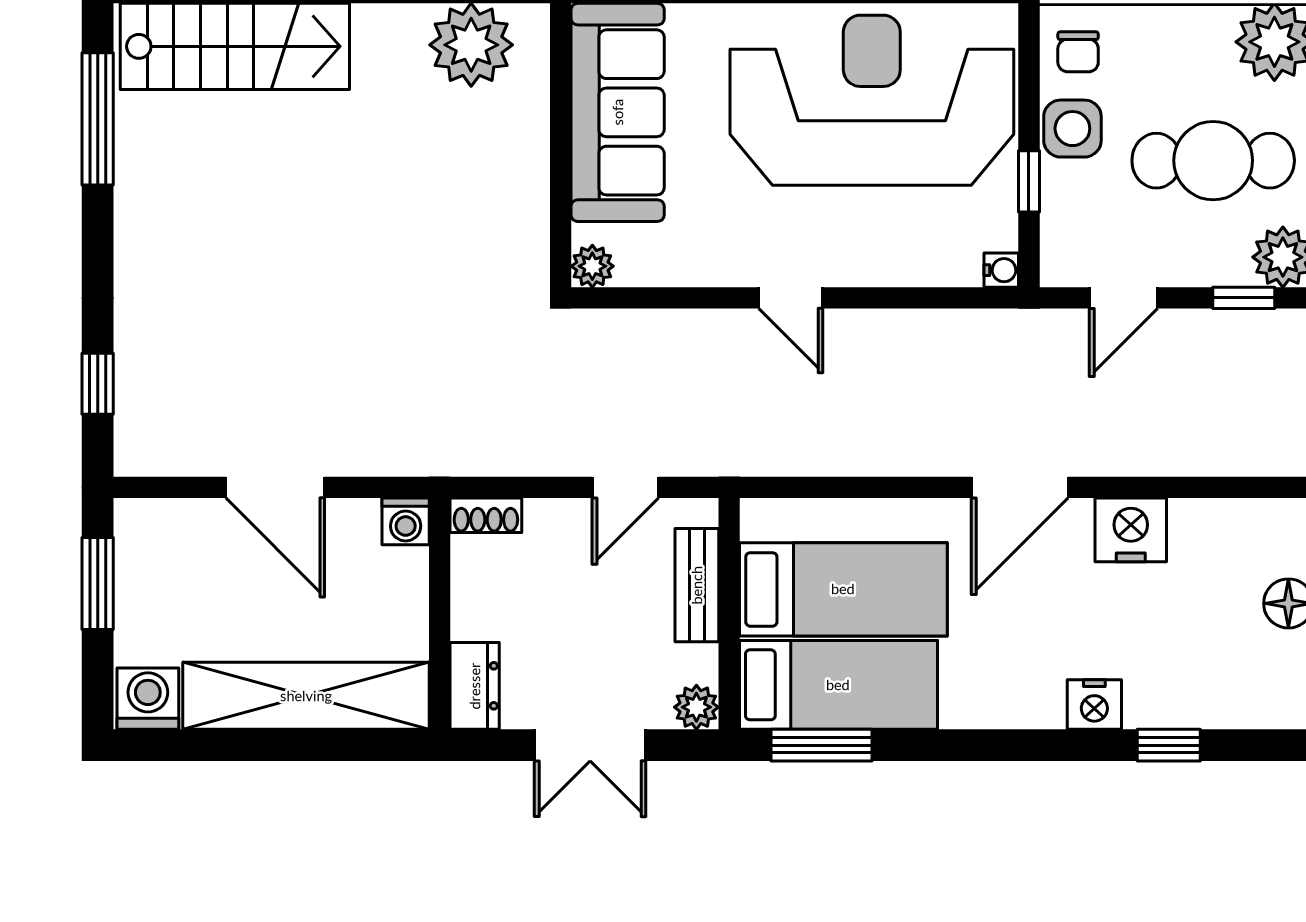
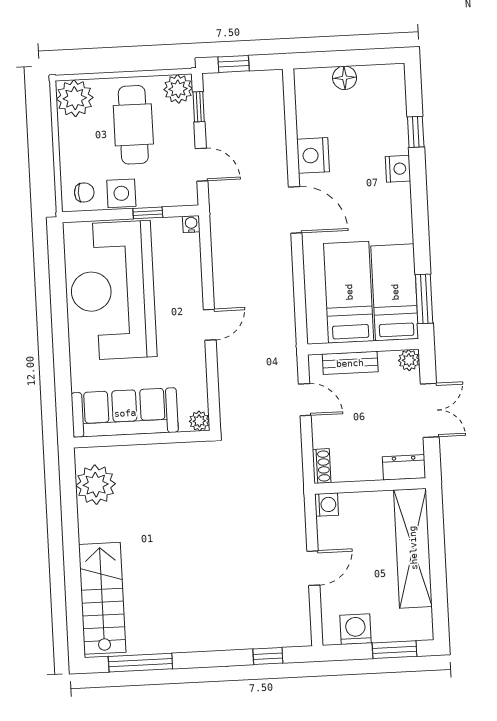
door: (275, 487) -> (313, 568), width x0.73
window: (98, 584) -> (394, 650), moved
washing machine: (148, 699) -> (356, 629), moved, turned 90

